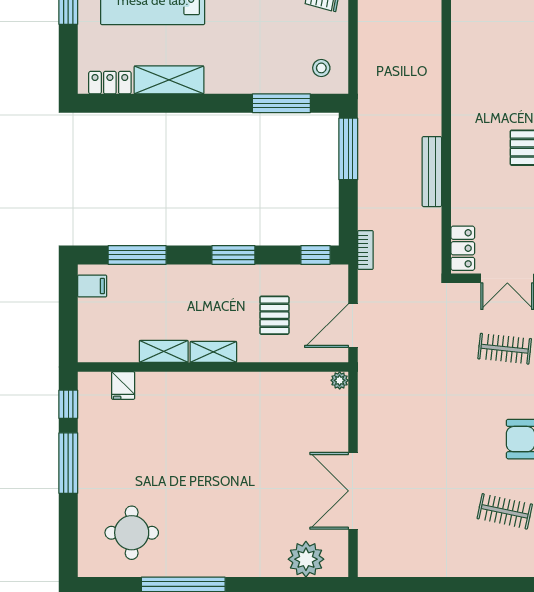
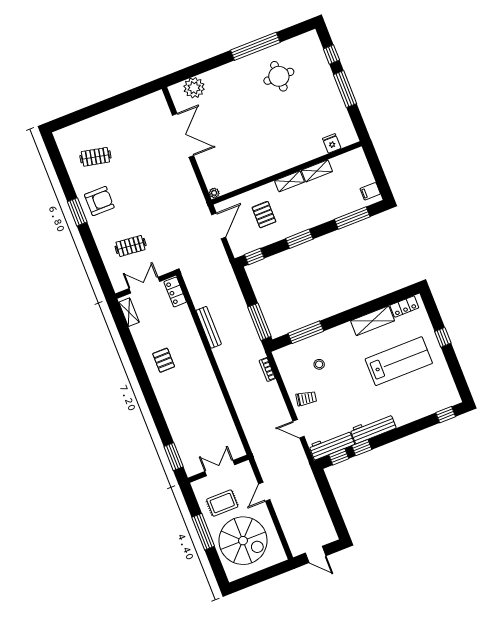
stool: (321, 68) -> (319, 364), moved
bookcase: (365, 250) -> (267, 369), moved
window: (68, 404) -> (331, 54), moved
round table: (132, 533) -> (279, 76), moved

